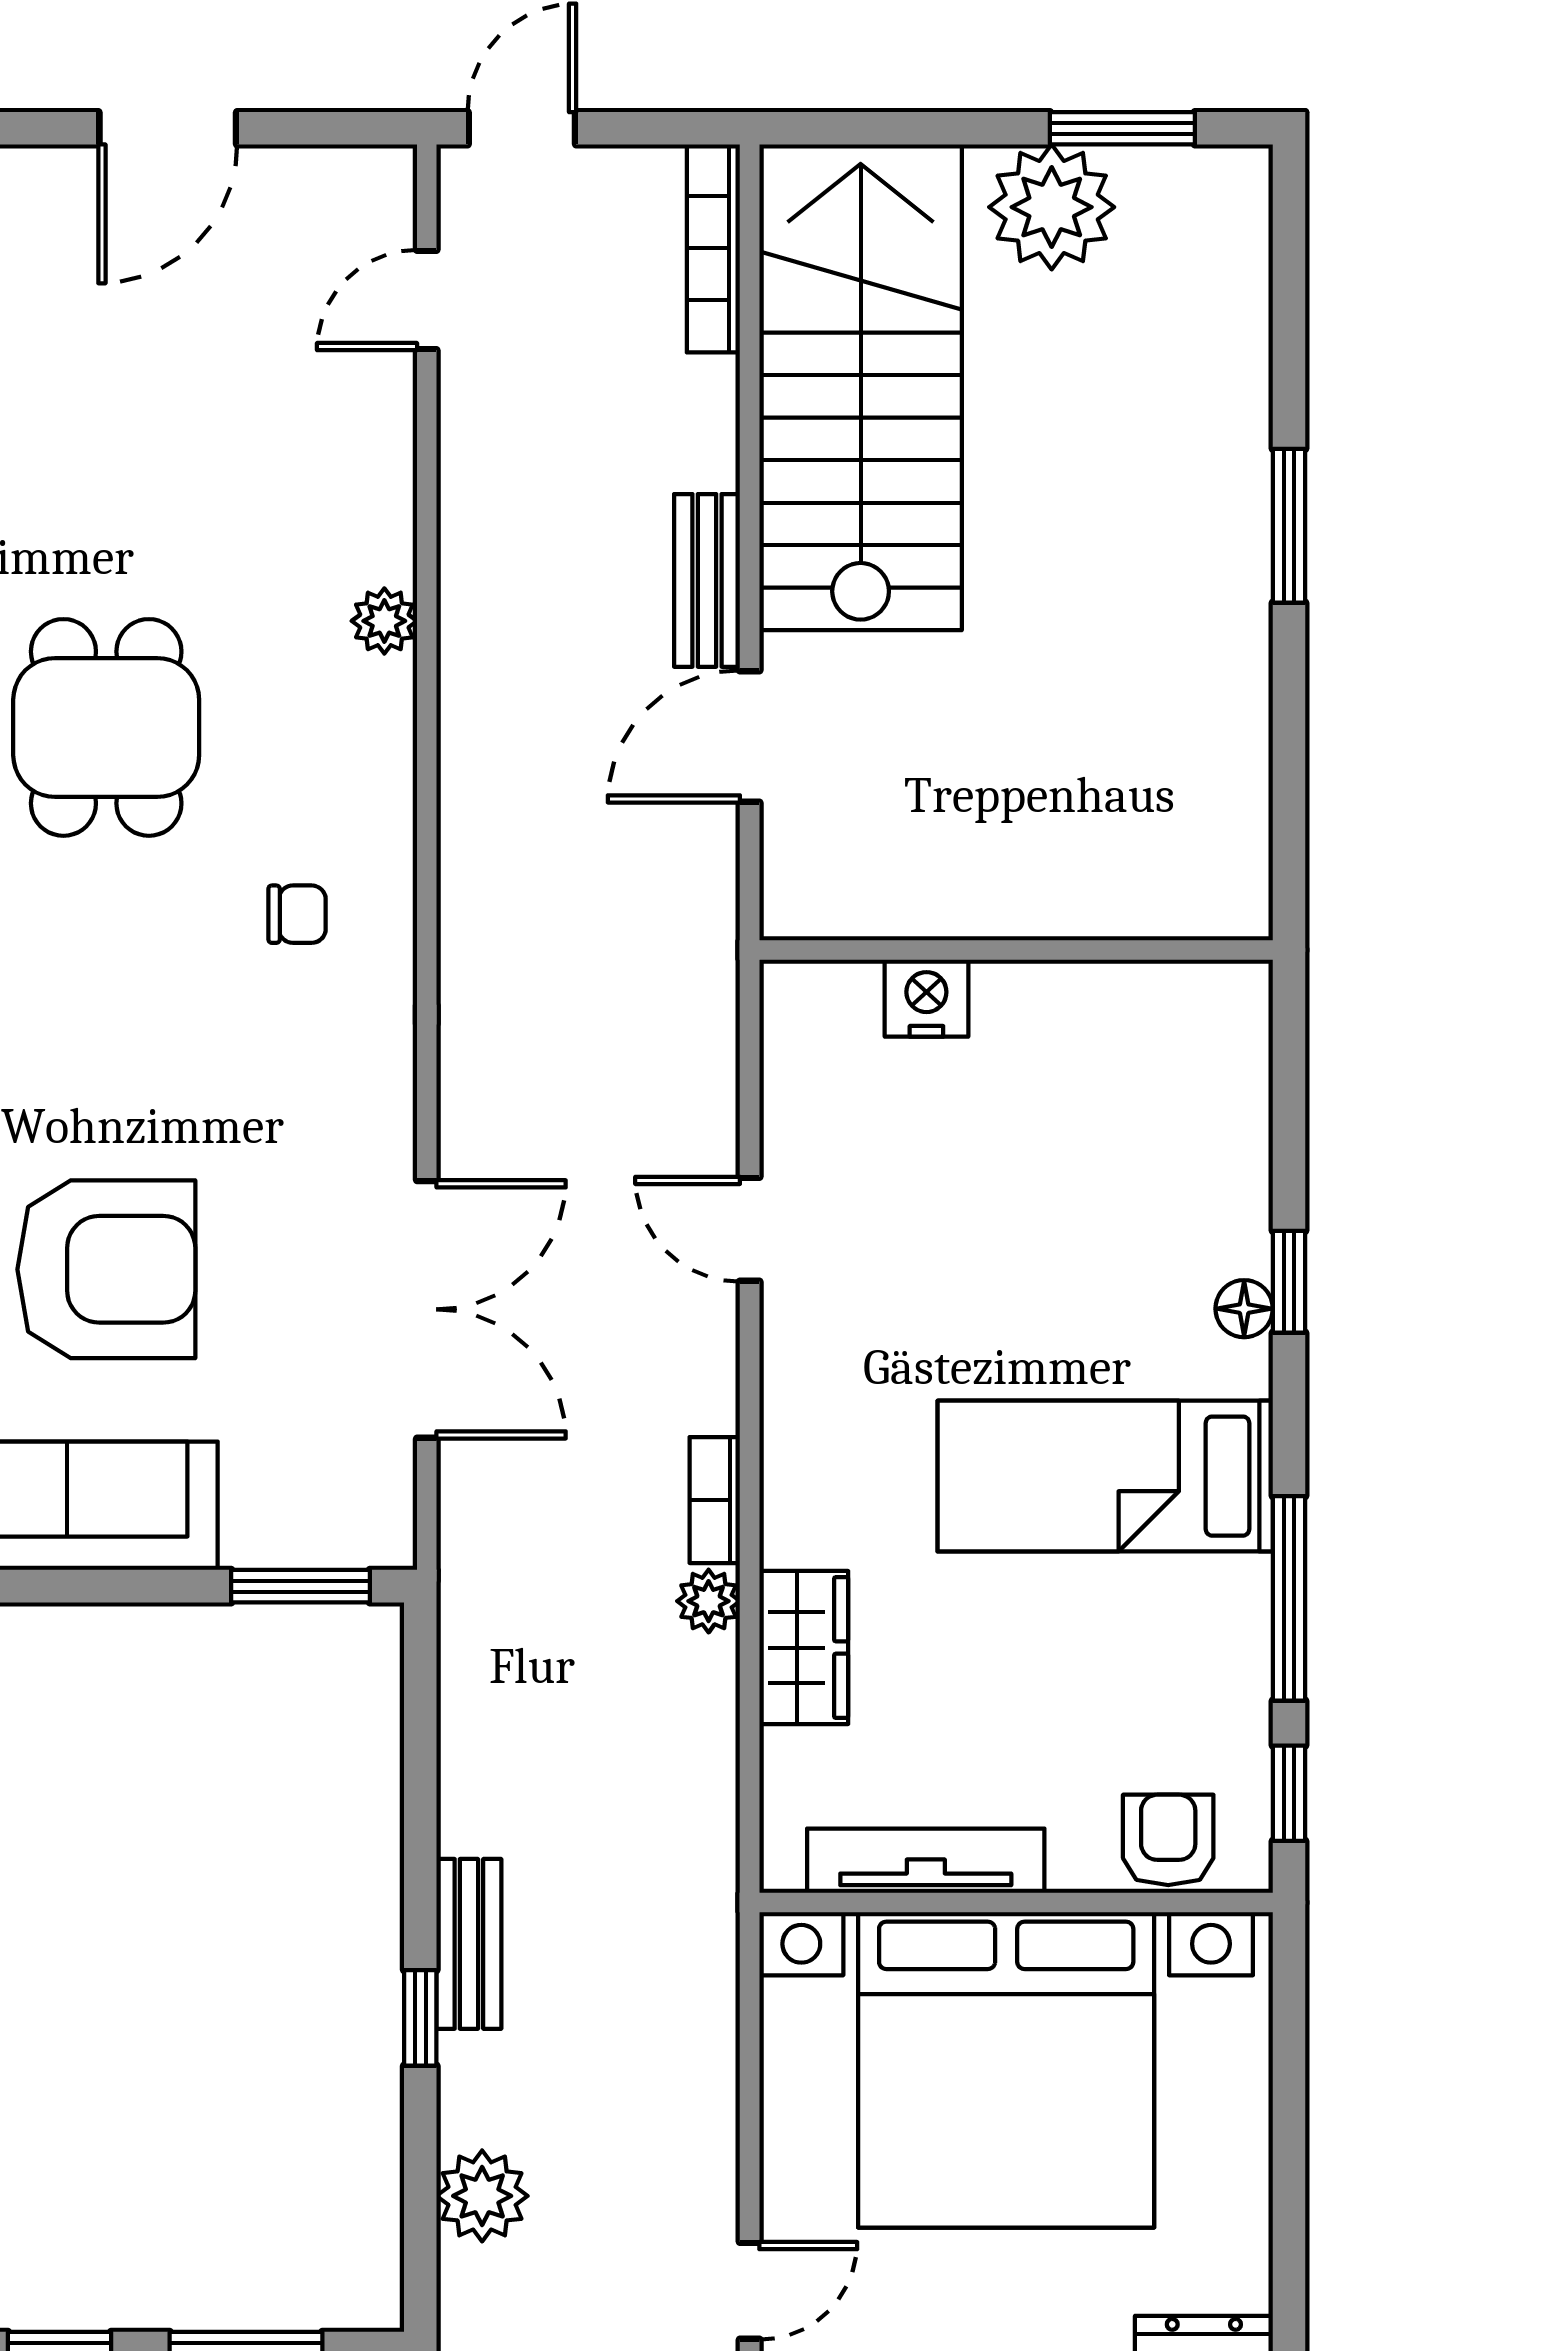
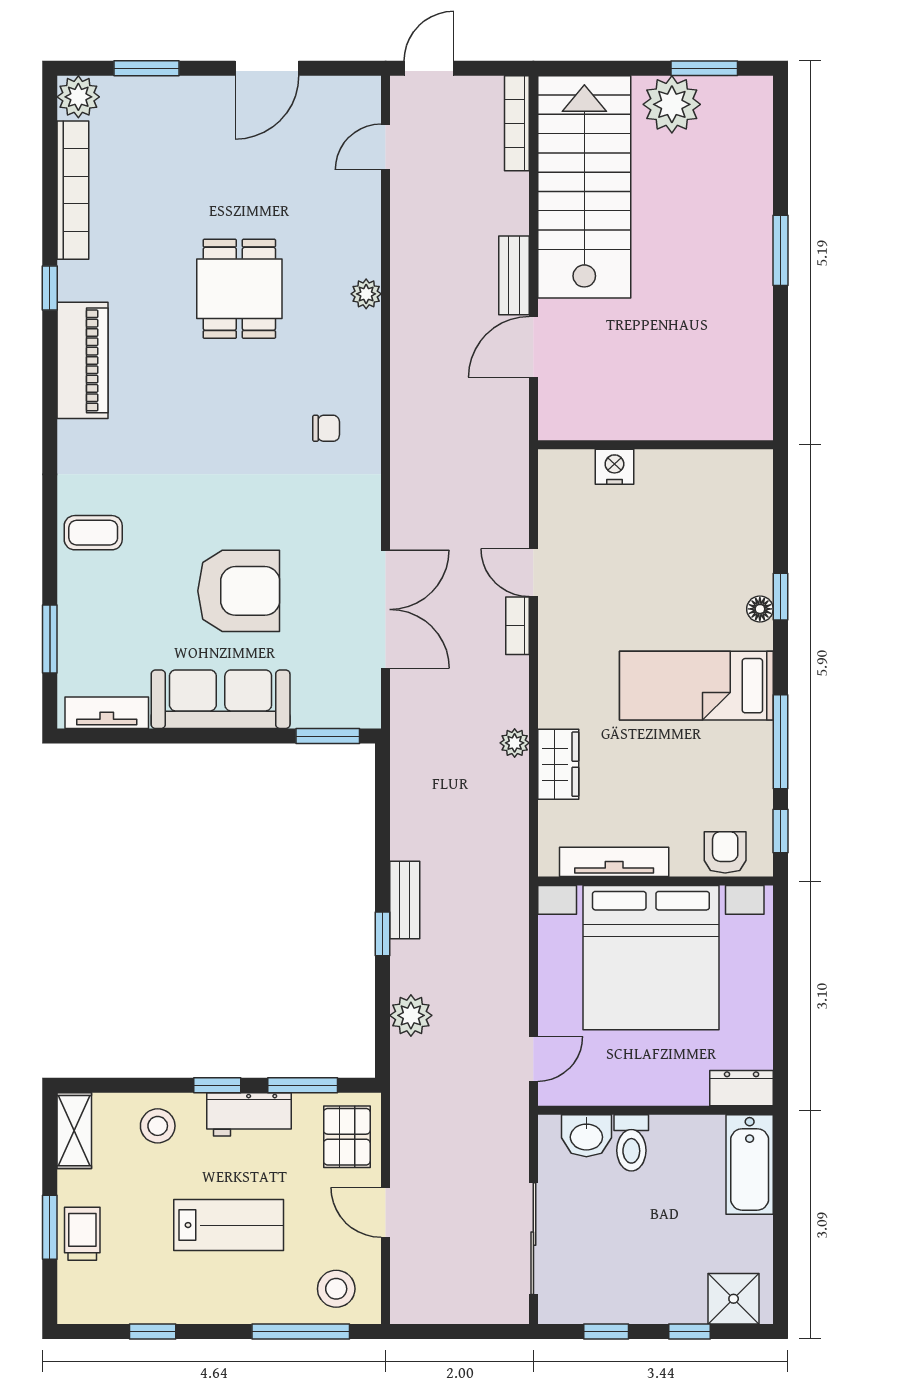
dining table: (106, 727) -> (239, 289), moved
bookcase: (715, 1500) -> (517, 626), moved

